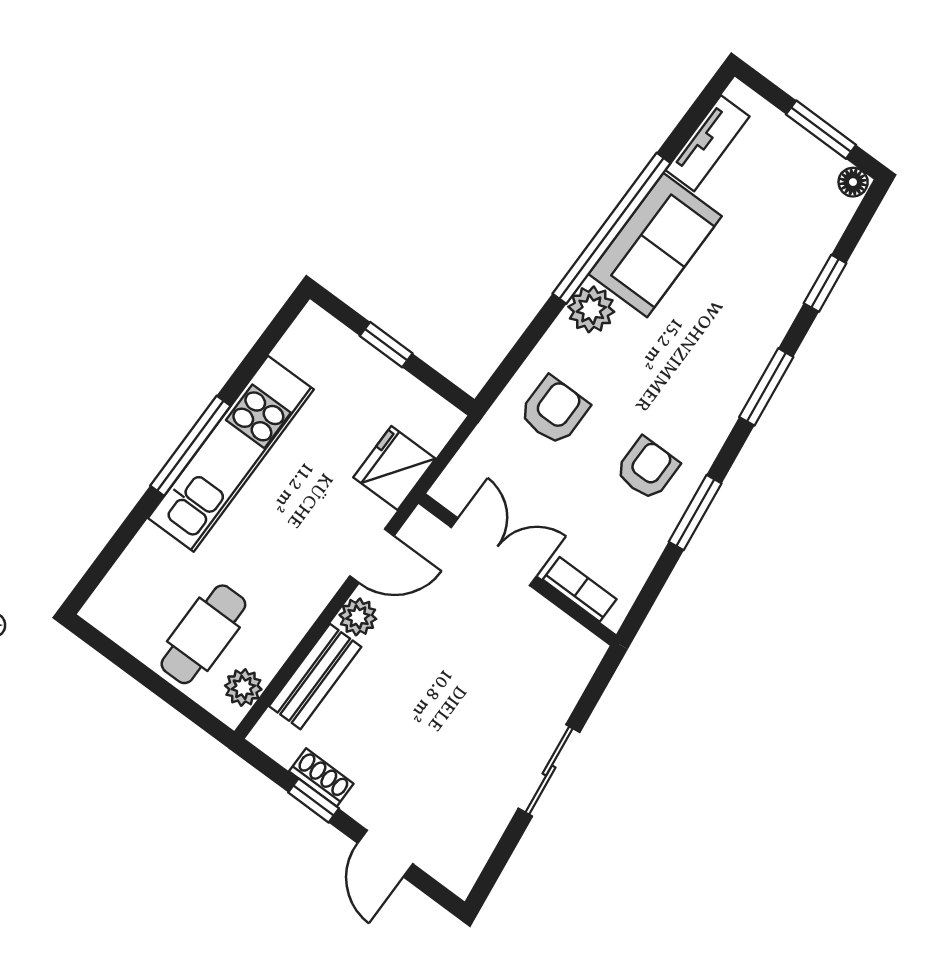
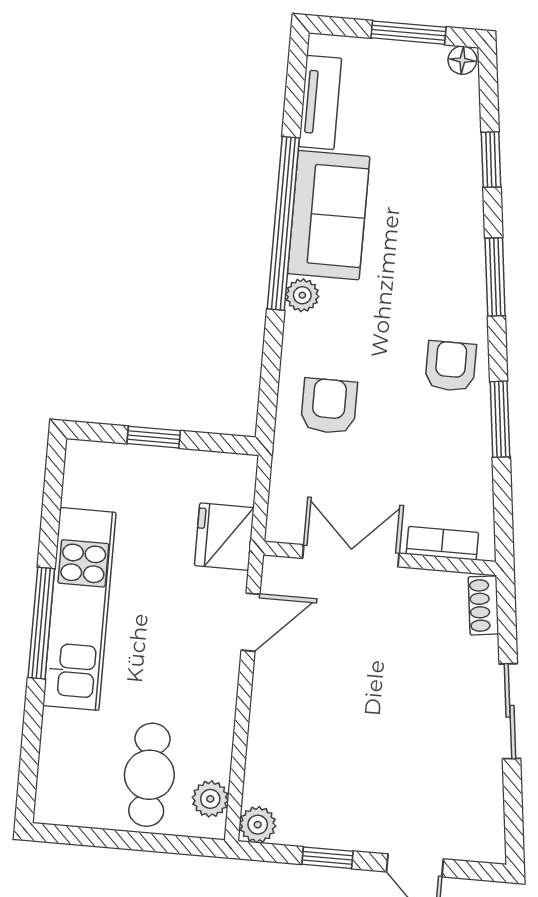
plant: (591, 309) -> (302, 295), width x0.73, depth x0.73
armchair: (647, 469) -> (451, 366), moved
plant: (358, 617) -> (258, 825), moved
bench: (315, 676) -> (265, 753), removed
shoe rack: (321, 777) -> (484, 605), moved, turned -97

